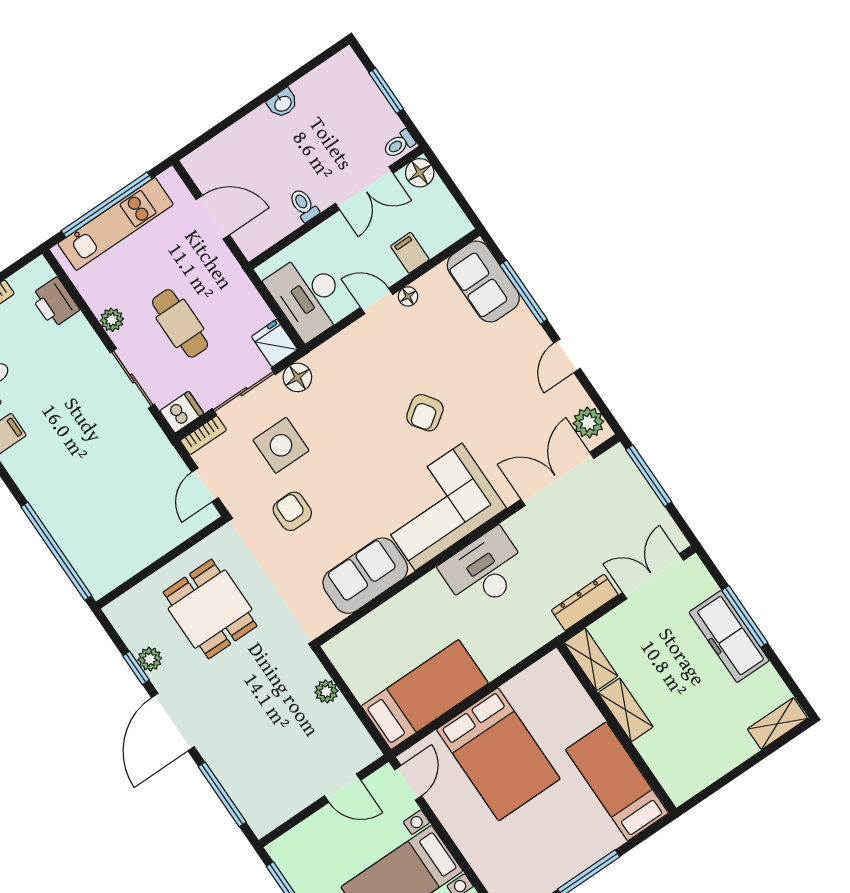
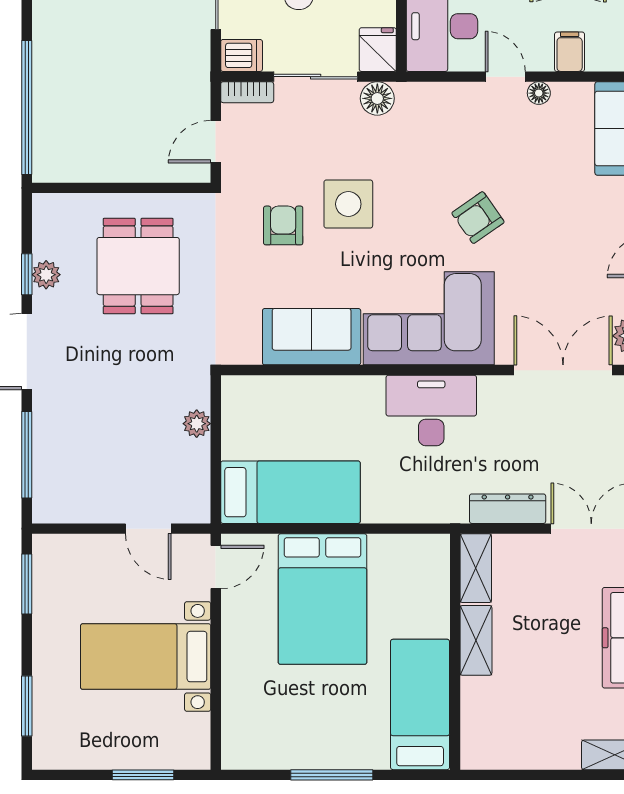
side table: (281, 445) -> (348, 204), moved

